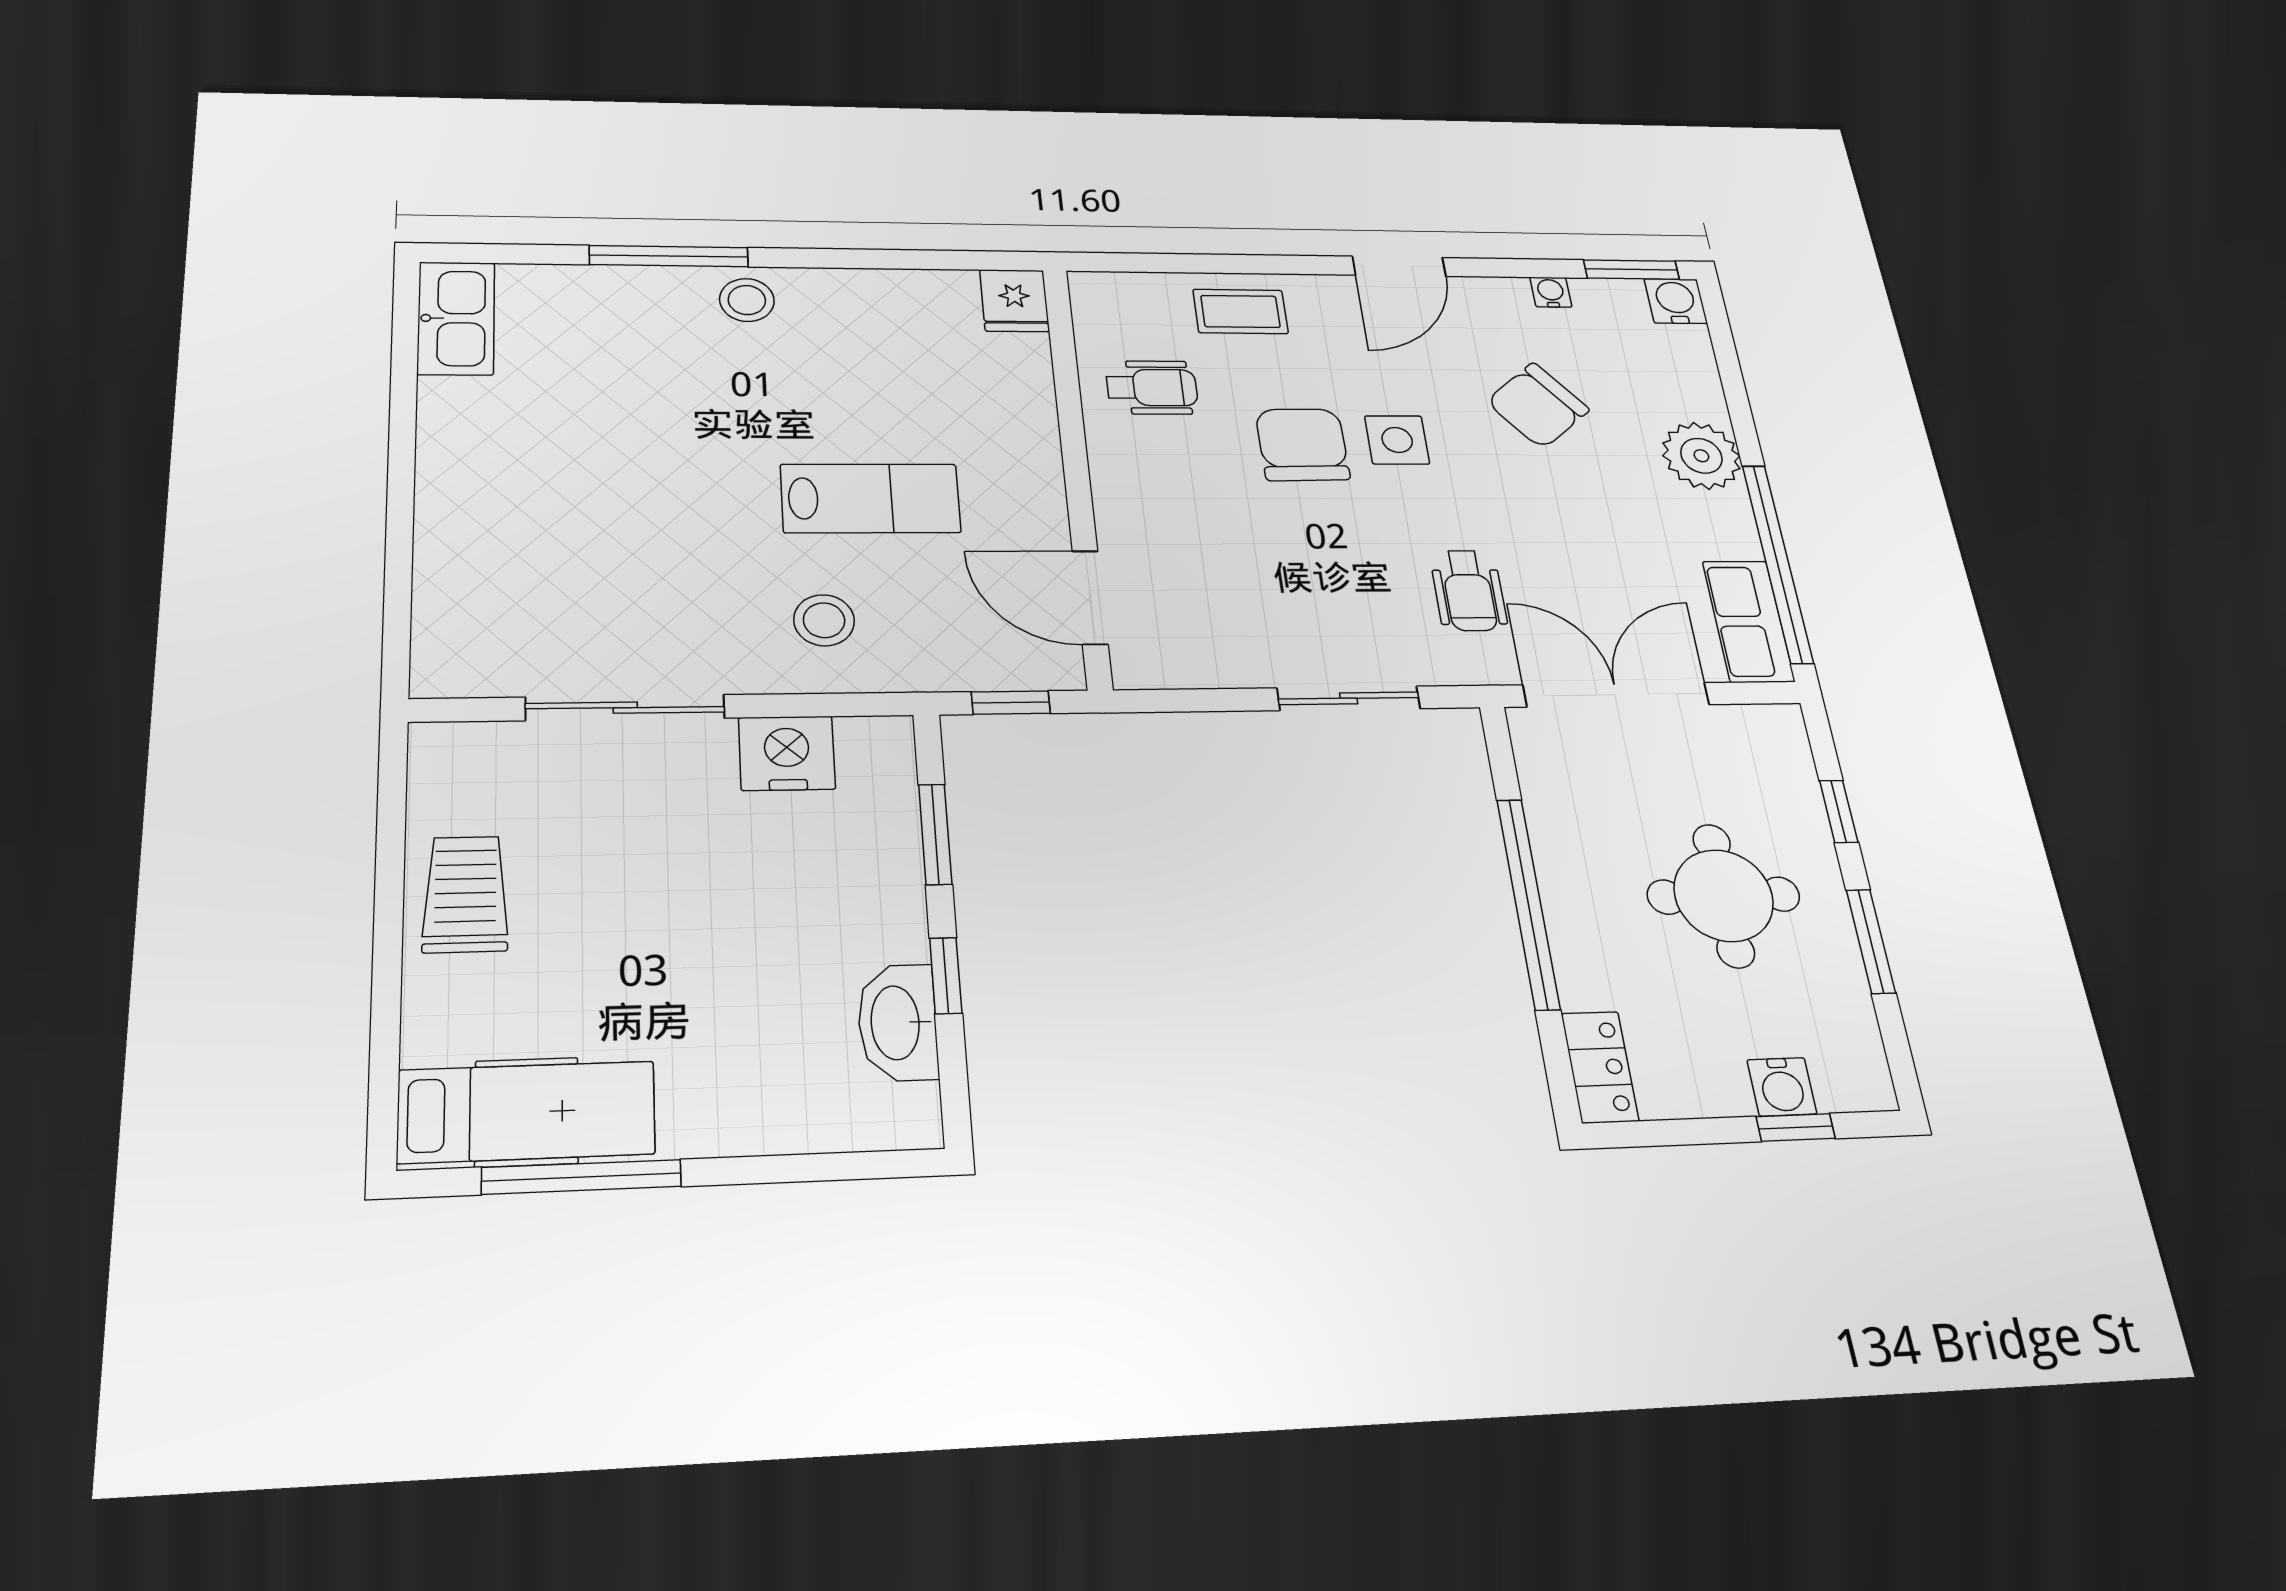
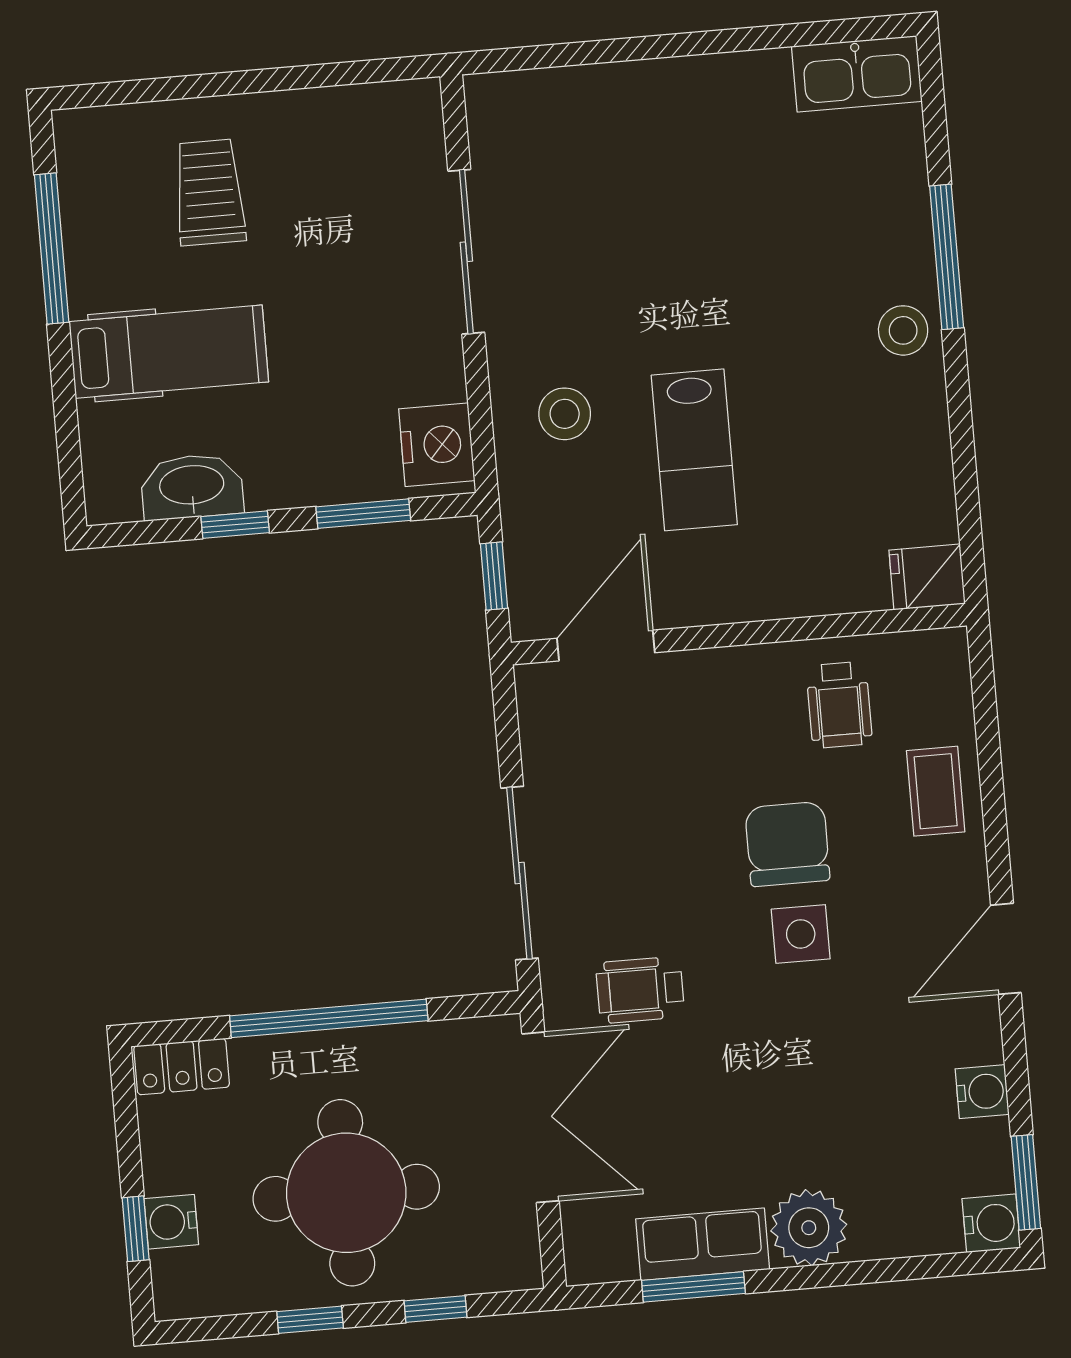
door: (1399, 266) -> (1006, 949), hinge flipped
water cooler: (1551, 292) -> (982, 1092), width x1.38, depth x1.38
chair: (1538, 406) -> (853, 1073), removed
chair: (1302, 445) -> (787, 844), turned -89
window: (1777, 563) -> (693, 1287), width x0.47
row of seats: (1748, 621) -> (703, 1244), moved
sliding door: (1349, 698) -> (520, 873), width x1.37
nightstand: (787, 753) -> (437, 445), moved
trolley: (465, 894) -> (209, 192), moved, turned -90
round table: (1724, 896) -> (346, 1193), width x1.36, depth x1.36
window: (1871, 941) -> (310, 1320), width x0.67
hospital bed: (527, 1112) -> (169, 352), moved, turned -90

